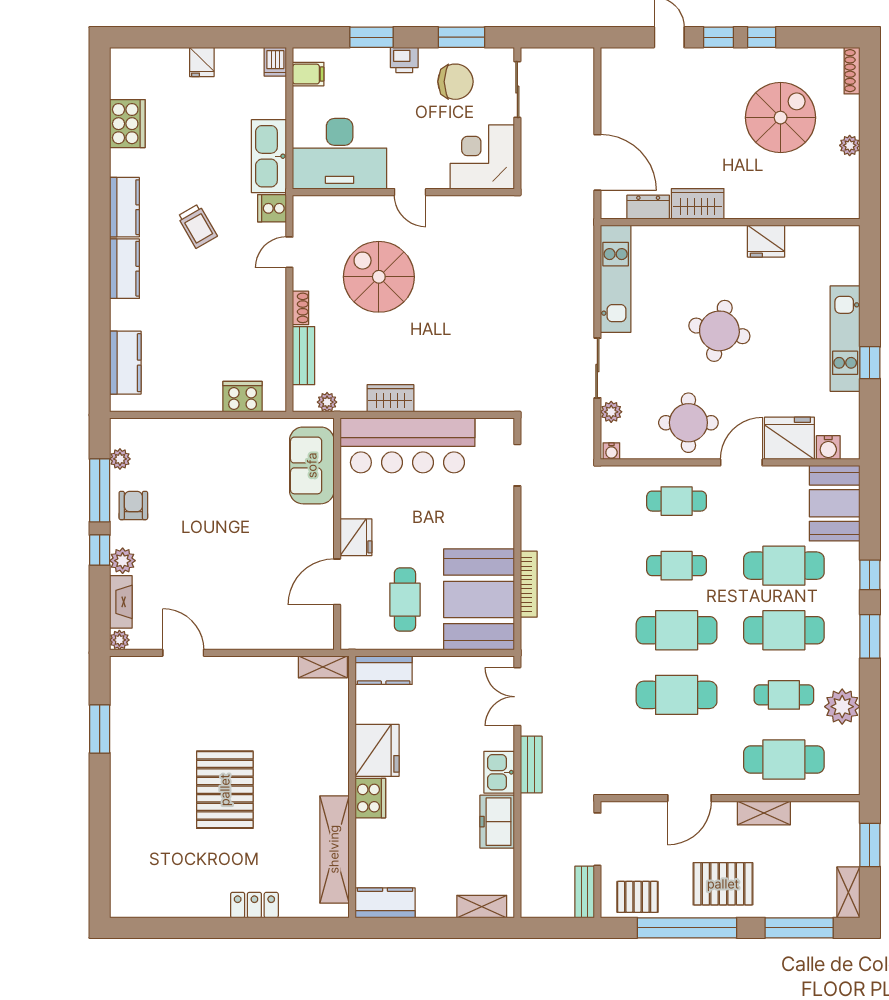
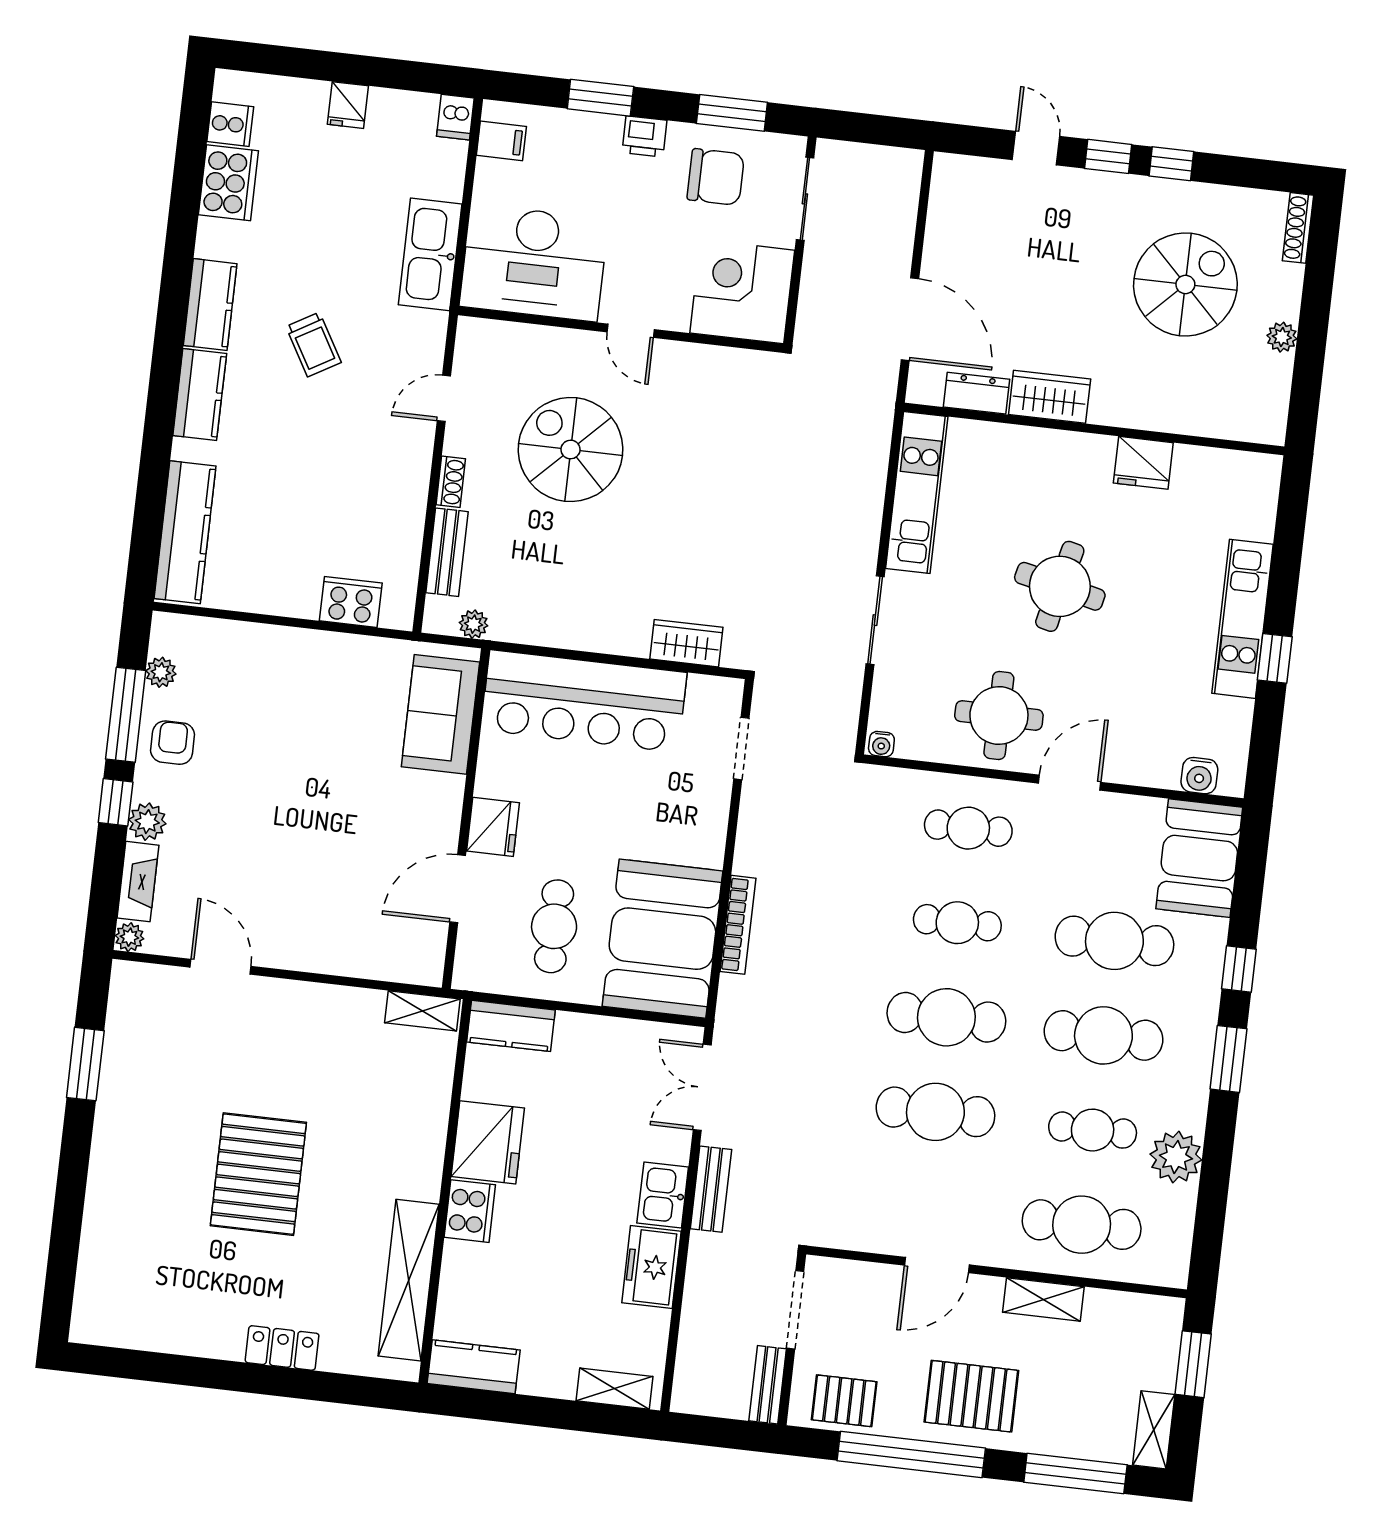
cooker: (272, 208) -> (230, 124), moved, turned 180
kitchen counter: (125, 363) -> (185, 532), width x1.50
wardrobe: (390, 398) -> (686, 643), moved
plant: (611, 412) -> (888, 687), removed
fridge: (789, 438) -> (1144, 755), removed

